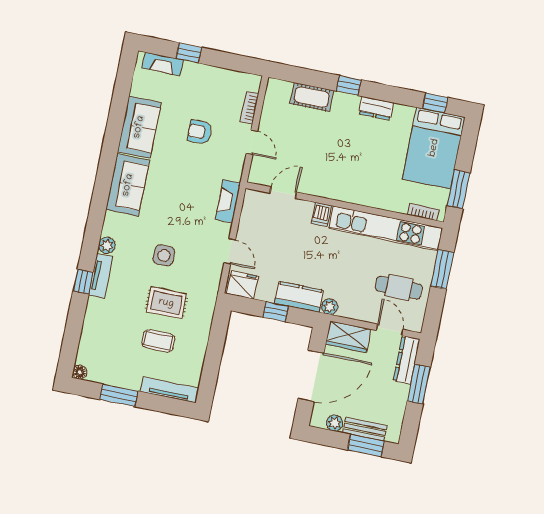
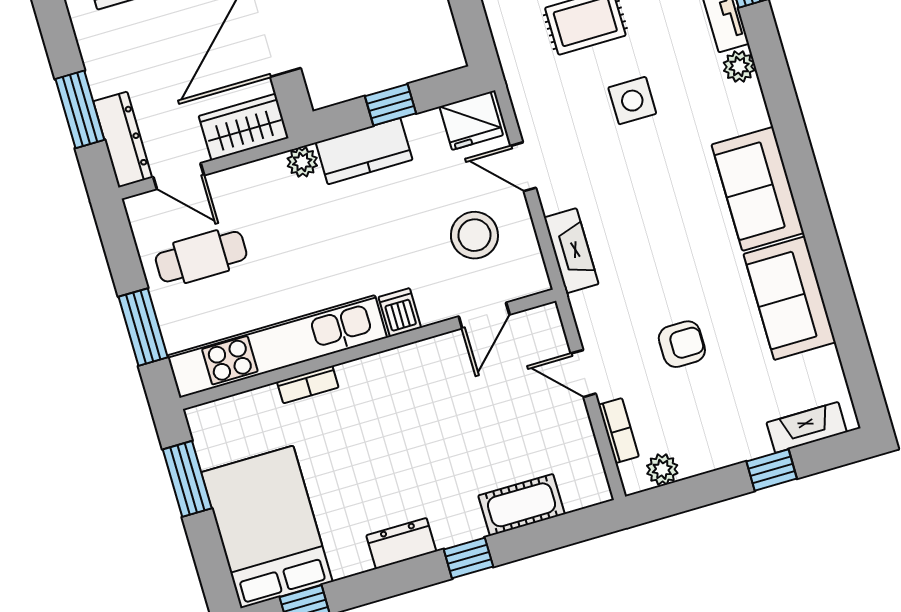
plant: (239, 79) -> (662, 469), added
bookcase: (423, 212) -> (308, 385), moved
stool: (268, 232) -> (474, 235), added

